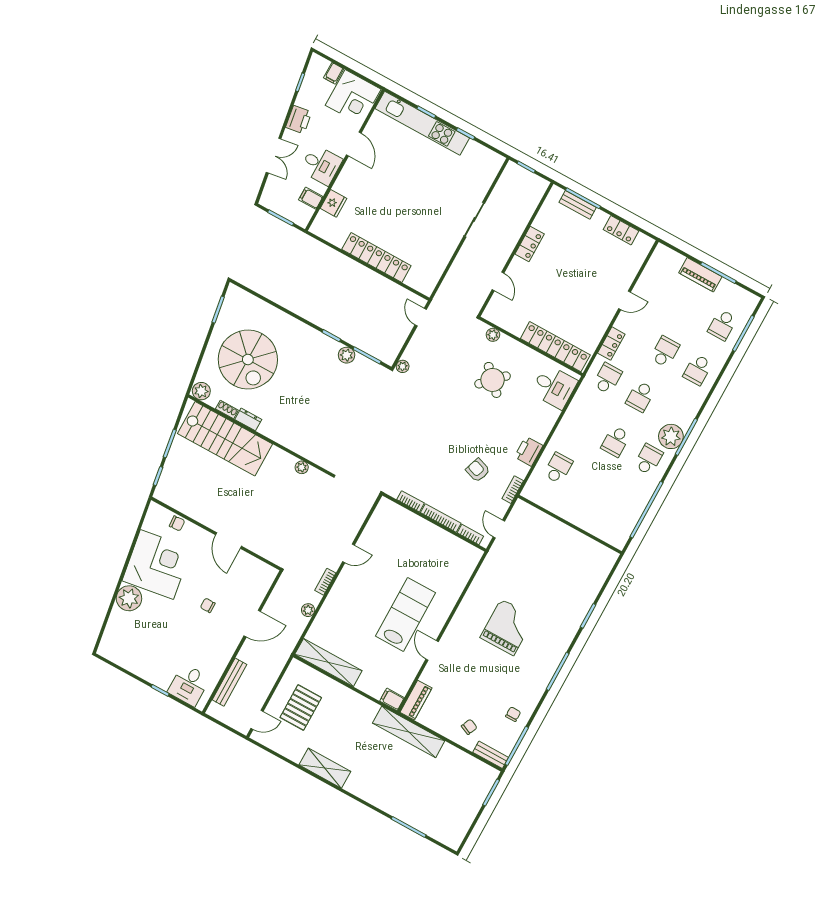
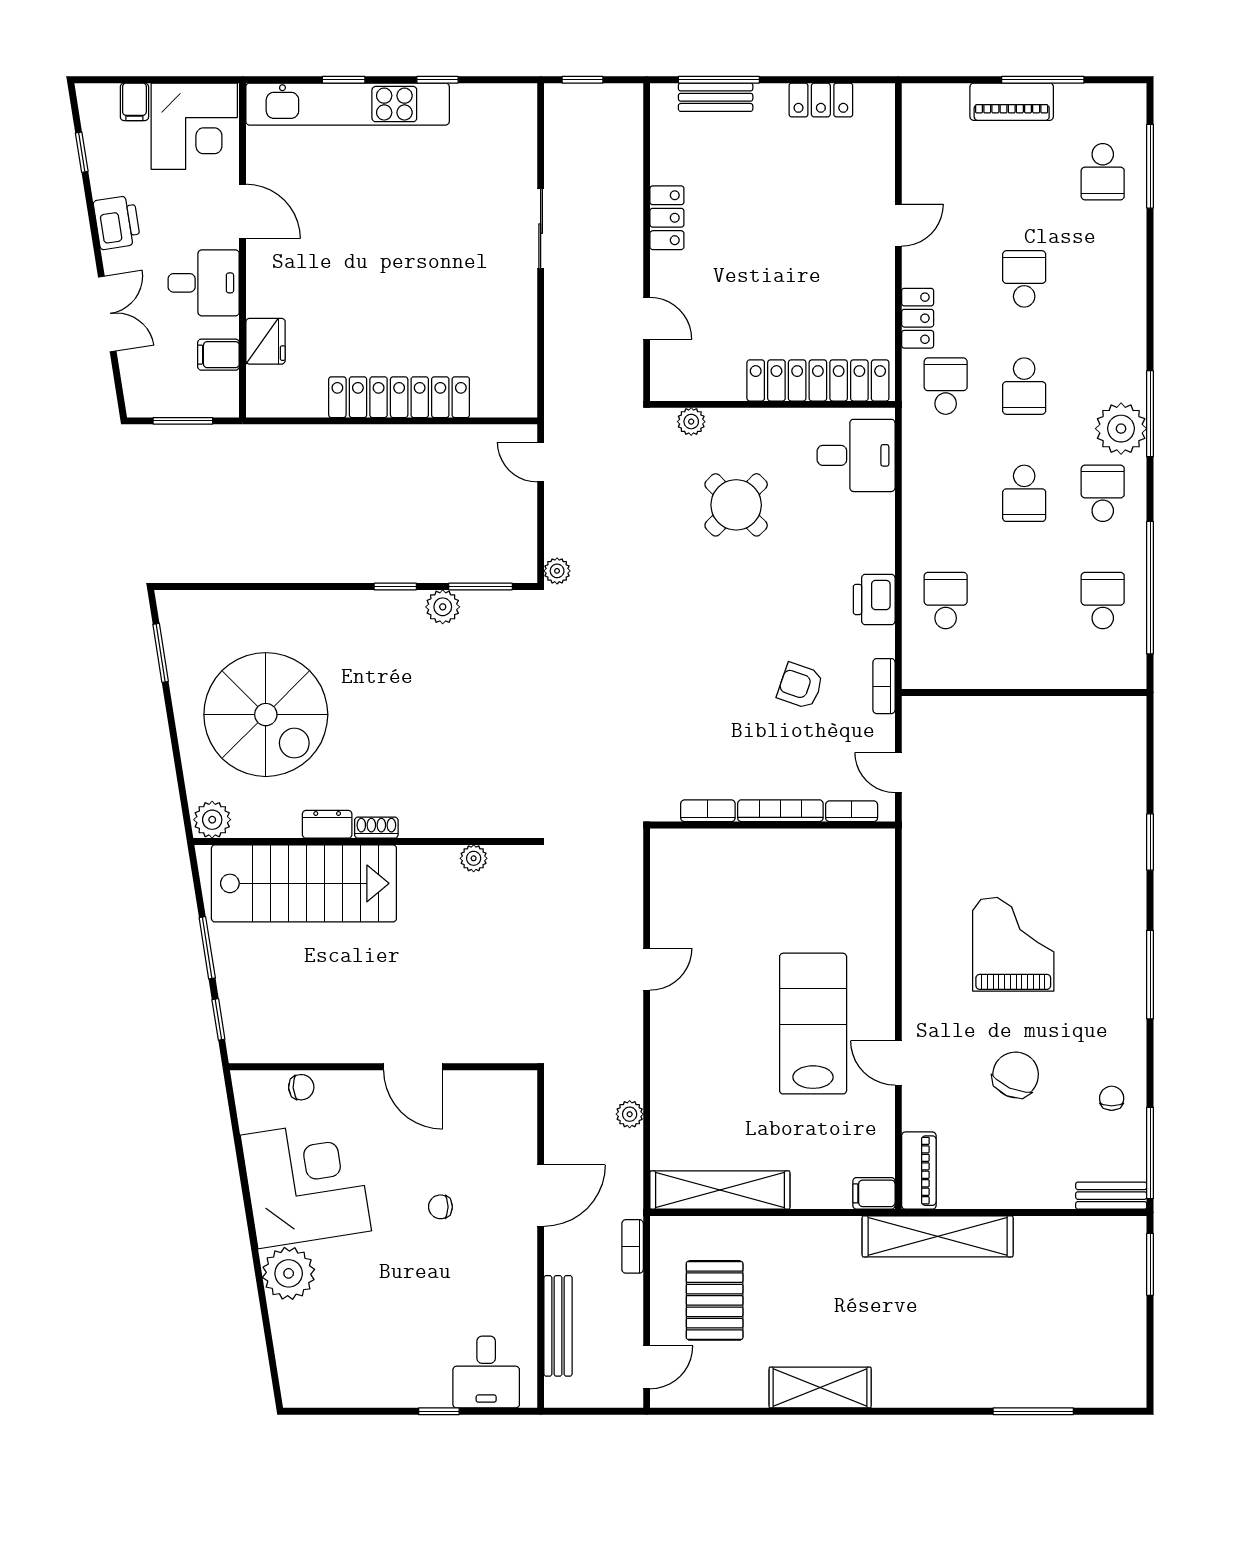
school desk: (698, 370) -> (1103, 601), moved, turned 180
shoe rack: (227, 410) -> (376, 828), moved
bookcase: (325, 582) -> (633, 1246), moved
chair: (469, 727) -> (1016, 1075), moved, width x1.87, depth x1.87

